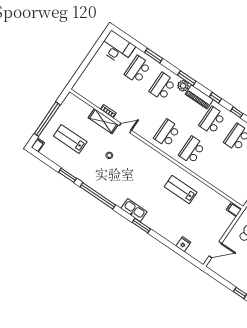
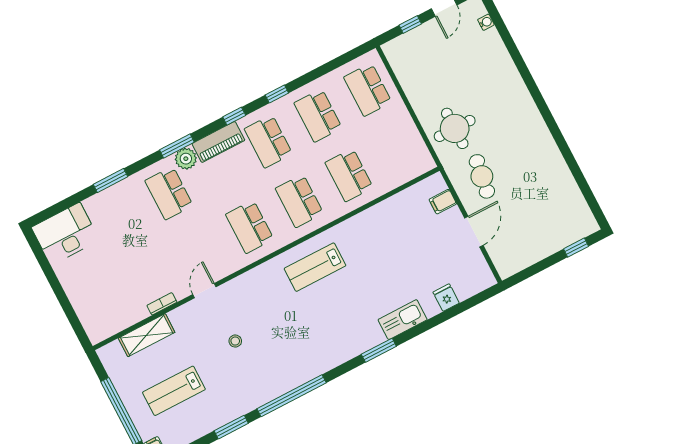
school desk: (138, 70) -> (349, 175), moved
shelving: (103, 121) -> (147, 335), moved
lab bench: (181, 190) -> (315, 267), moved
kitchen sink: (134, 210) -> (403, 320), moved
filing cabinet: (234, 210) -> (443, 202), moved
door: (215, 250) -> (474, 232), moved

